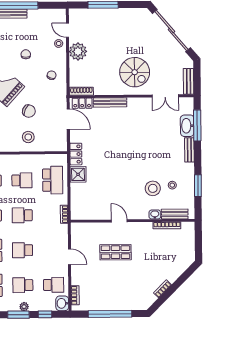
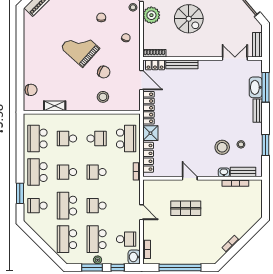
spiral stairs: (135, 72) -> (189, 19), moved
double door: (165, 96) -> (235, 59), swing flipped
locker: (76, 154) -> (149, 108), width x1.53
locker: (76, 199) -> (148, 157), added
school desk: (23, 285) -> (97, 239), width x1.85

